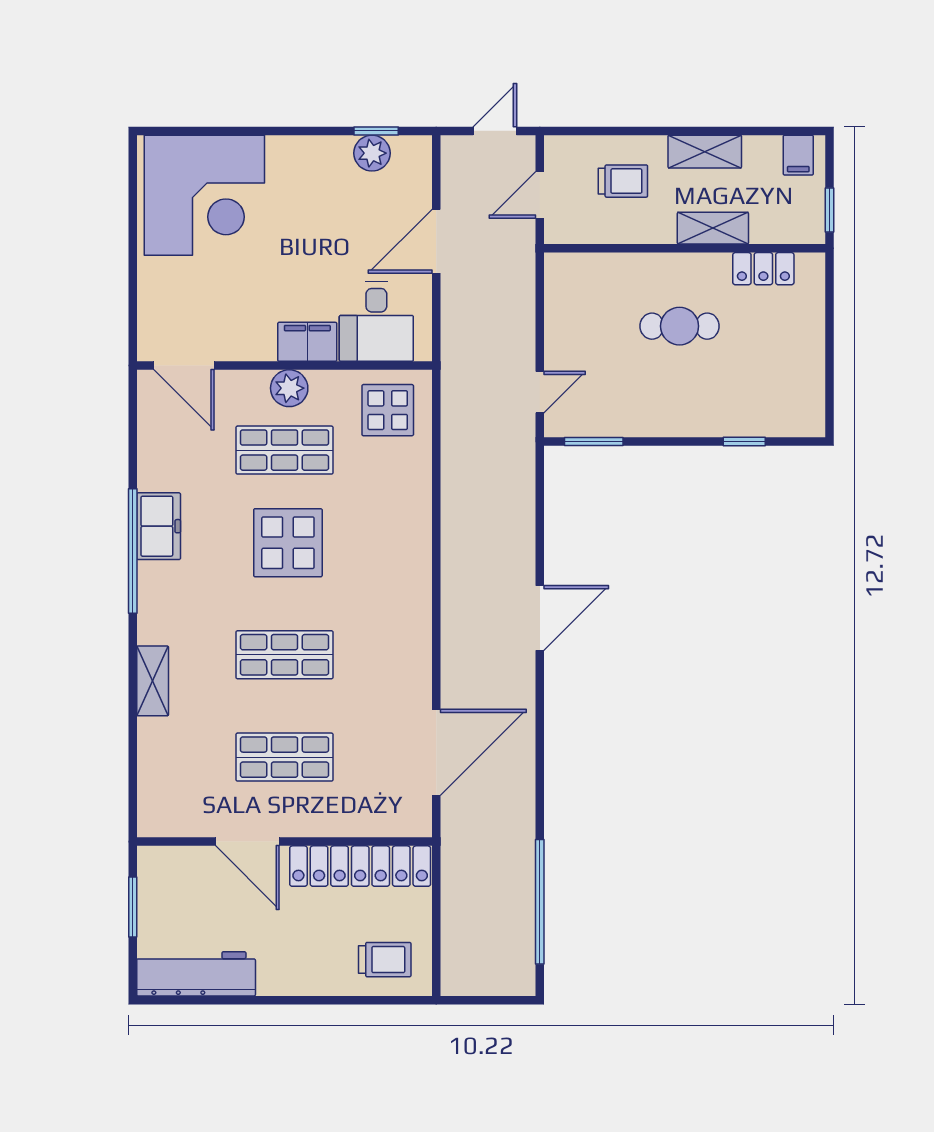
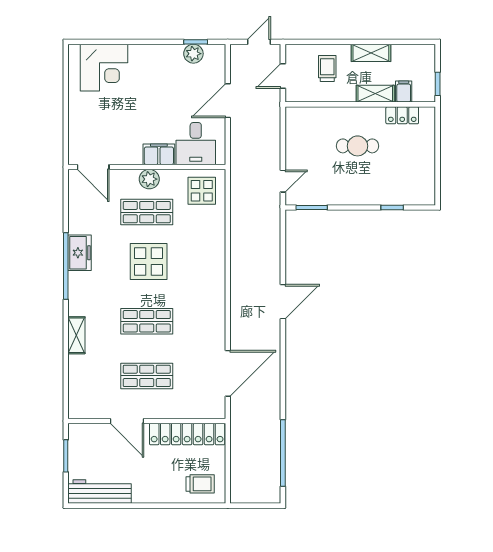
filing cabinet: (798, 155) -> (404, 92), moved, turned 180
trolley: (623, 181) -> (327, 69), turned -90
corner desk: (204, 195) -> (104, 68), width x0.74, depth x0.74

